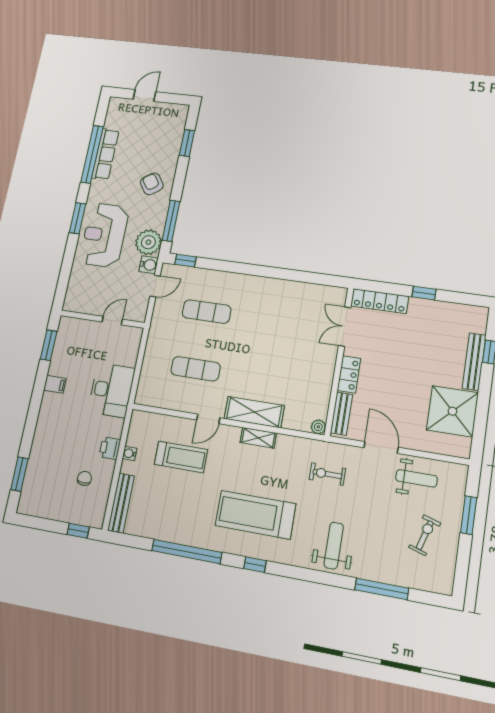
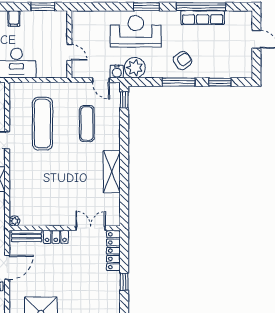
window: (171, 221) -> (179, 82), moved
exercise mat: (196, 369) -> (42, 124), width x1.36, depth x1.45
shelving: (254, 412) -> (112, 172), moved

